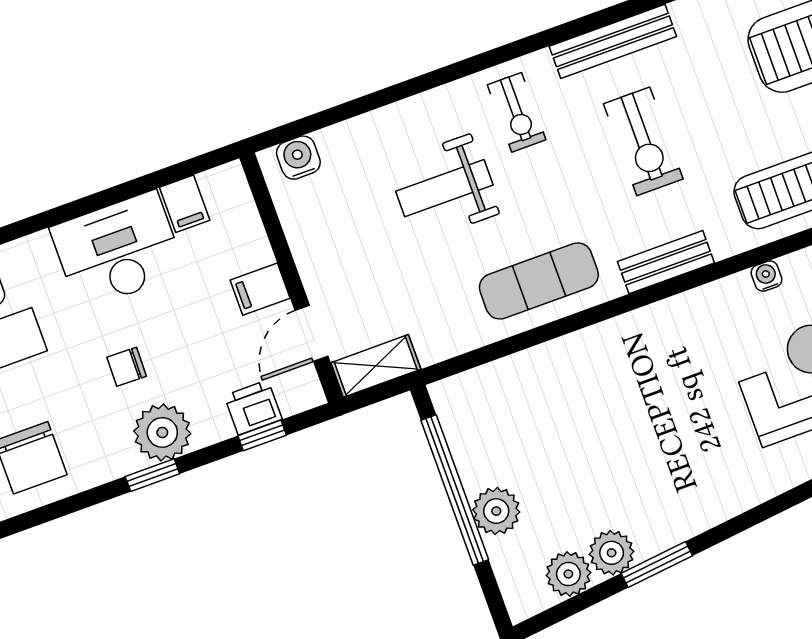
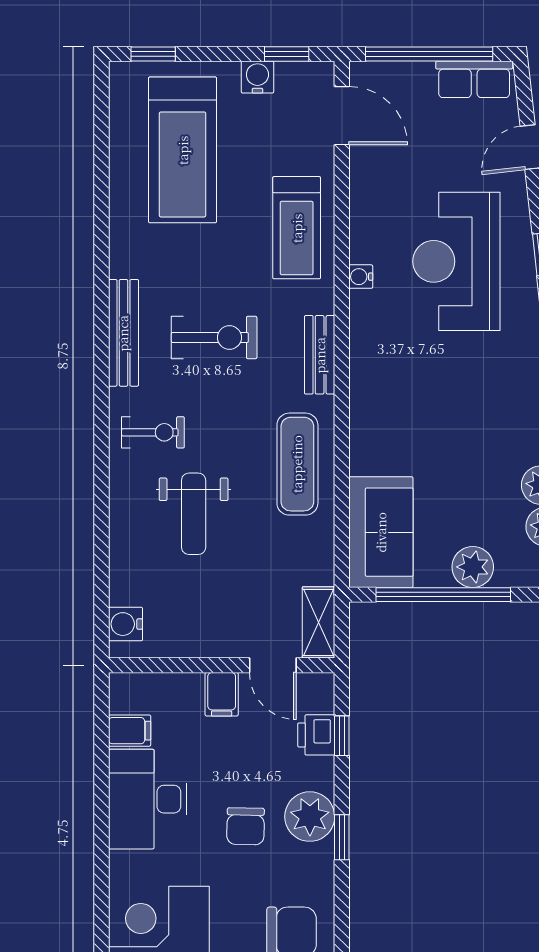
chair: (127, 367) -> (246, 826), width x1.37, depth x1.37
sofa: (498, 398) -> (381, 532), added

